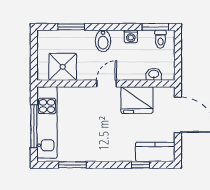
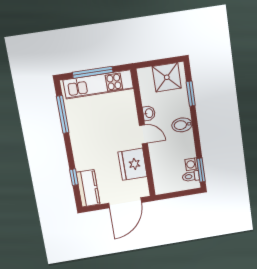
washing machine: (131, 36) -> (192, 164), moved
shower: (63, 67) -> (167, 77), moved
washbasin: (154, 74) -> (149, 113), moved
window: (72, 165) -> (63, 114), width x1.44

